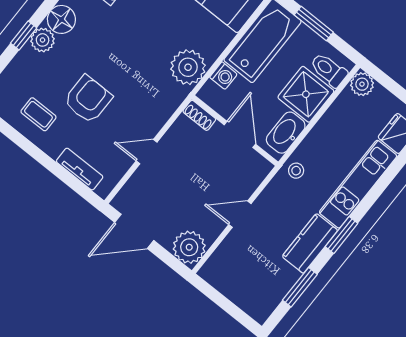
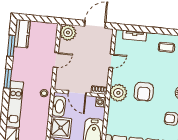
plant: (188, 67) -> (118, 93), moved
washing machine: (224, 76) -> (101, 102), moved
armchair: (88, 99) -> (144, 92), moved
kitchen counter: (310, 243) -> (22, 34), moved

